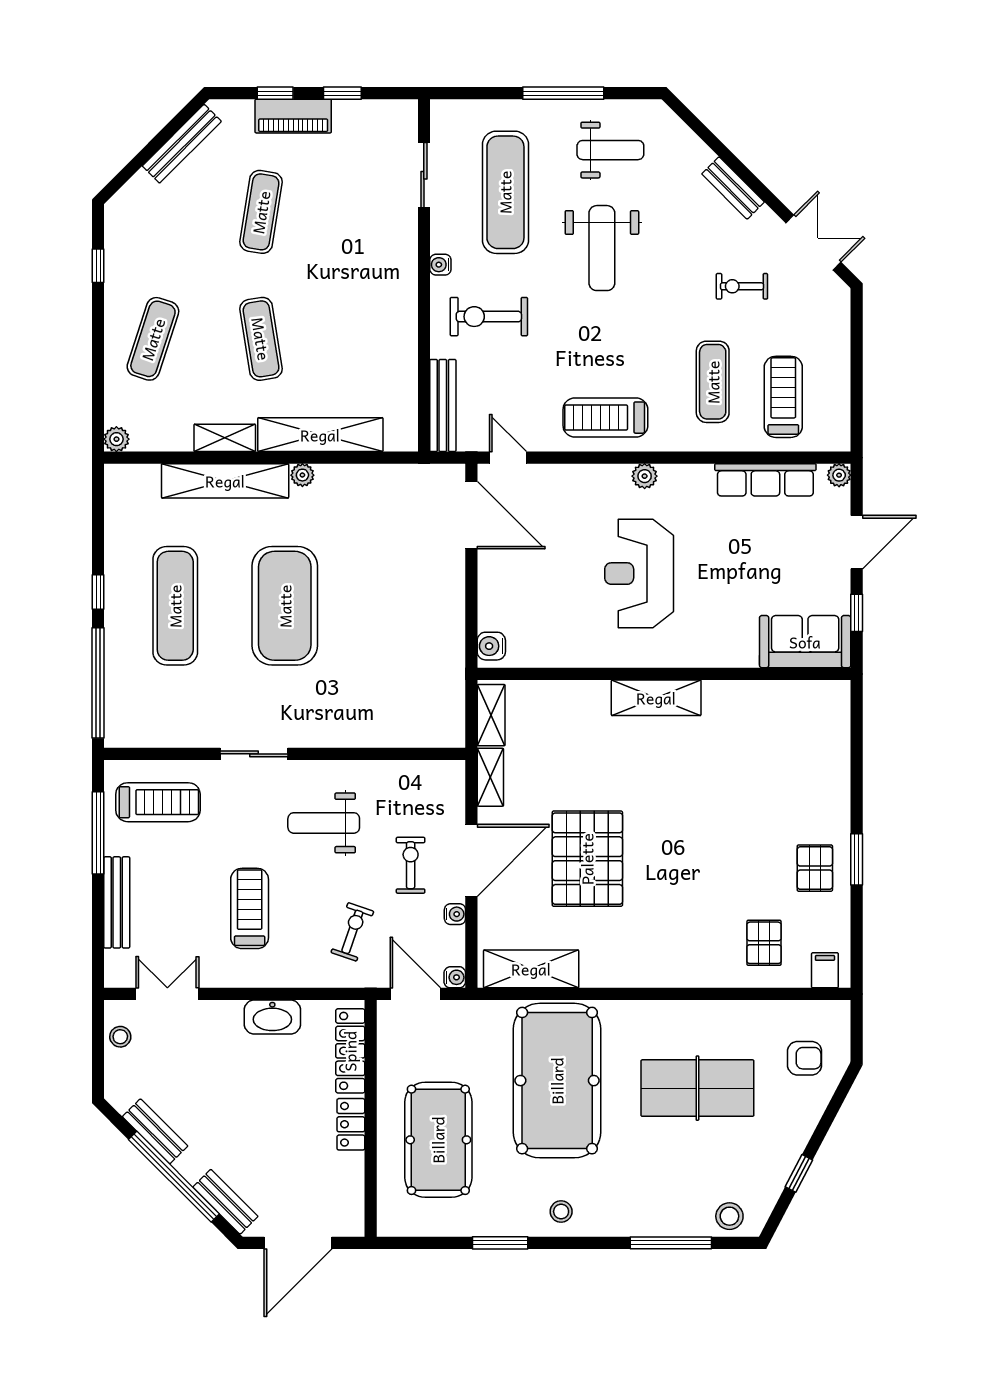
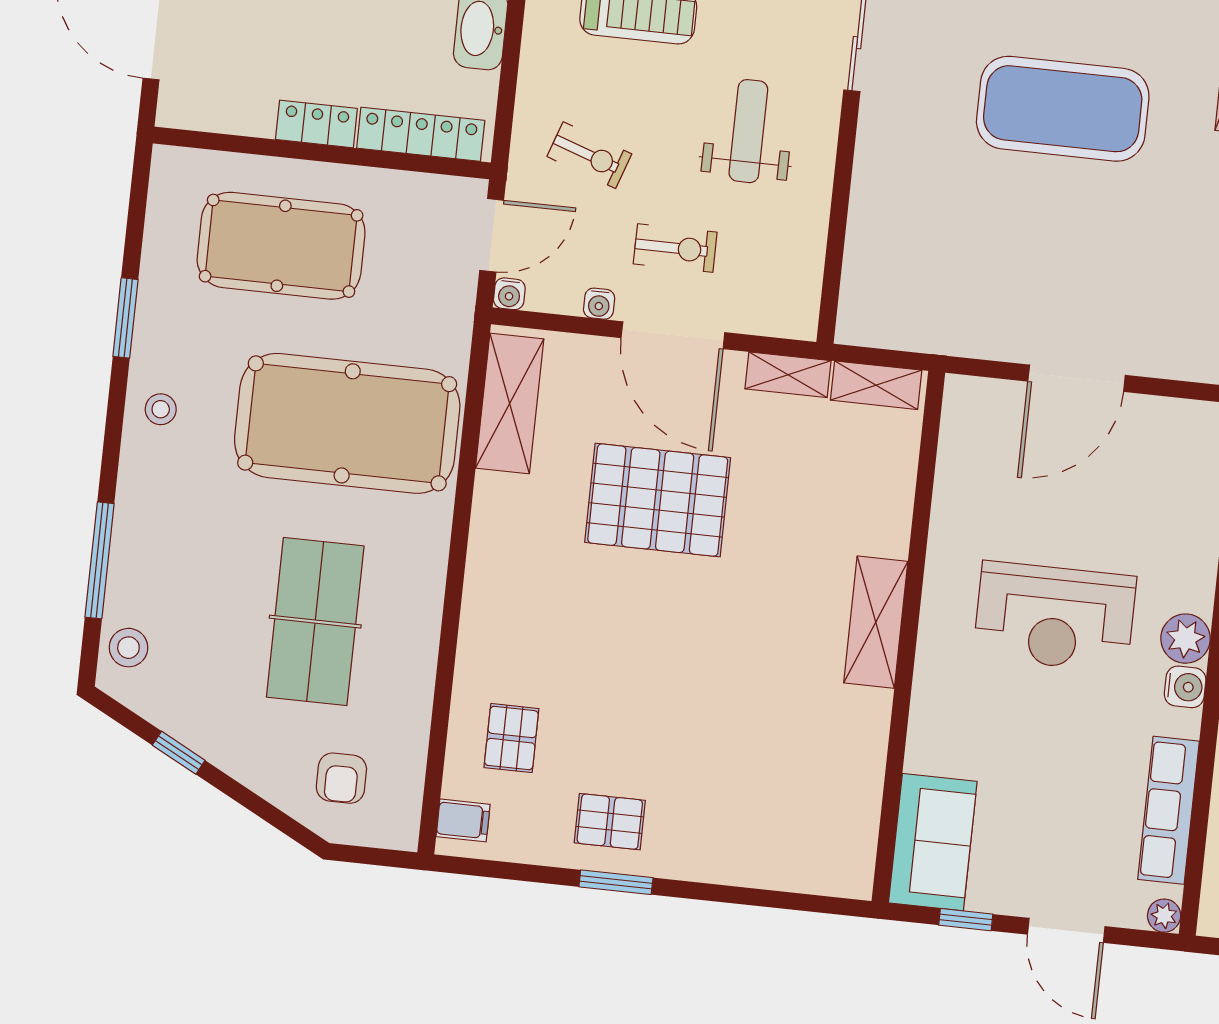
plant: (645, 476) -> (1186, 639), width x1.38, depth x1.38
door: (471, 515) -> (1077, 378), moved
reception desk: (639, 574) -> (1055, 617), turned 180
water cooler: (491, 646) -> (1185, 687), moved, turned 90
pallet: (764, 943) -> (511, 738), turned 90

